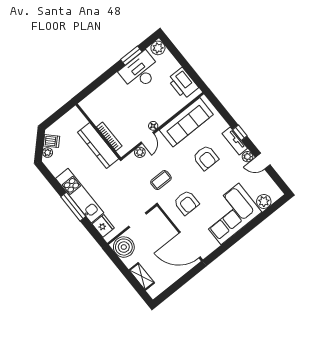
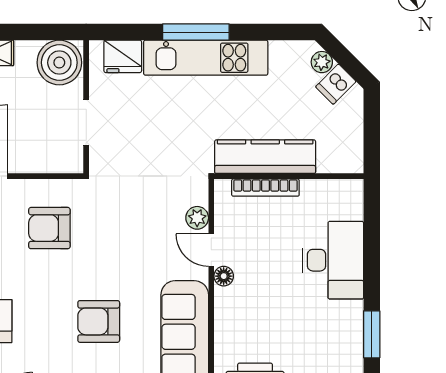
desk: (140, 71) -> (333, 260), moved
coffee table: (161, 180) -> (122, 216), removed

